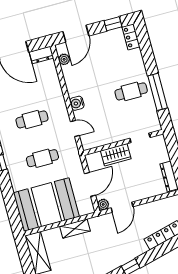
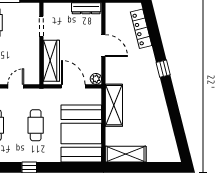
wardrobe: (116, 155) -> (51, 61), width x1.50
door: (122, 207) -> (103, 46), moved
shelving: (75, 229) -> (114, 105), width x1.50, depth x1.33

